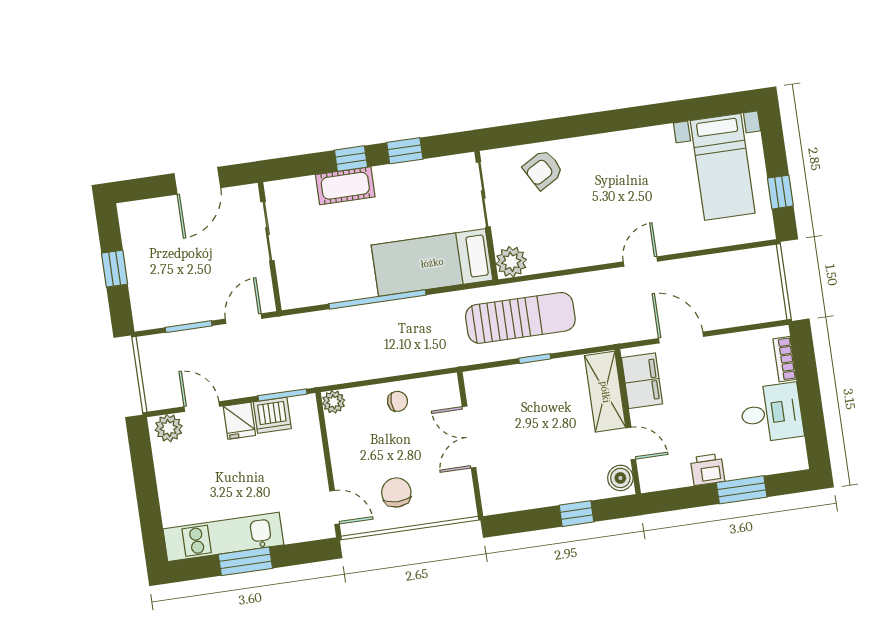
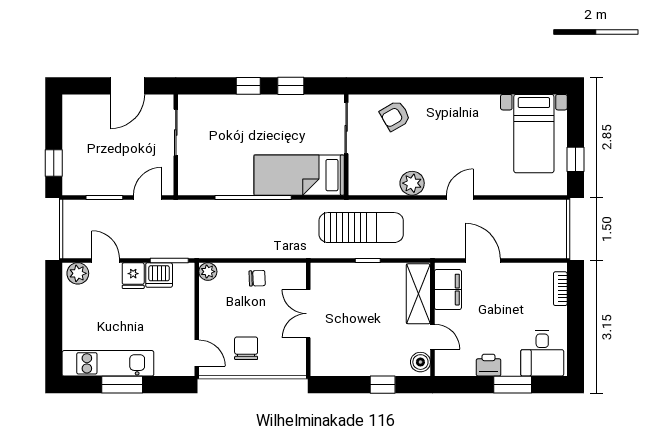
cot: (345, 186) -> (241, 106), removed
plant: (511, 262) -> (412, 183), moved
window: (115, 269) -> (54, 163), moved
desk: (771, 413) -> (542, 353), moved, turned 90

